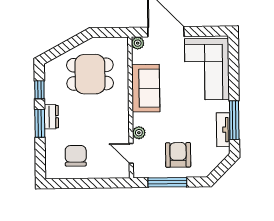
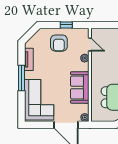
window: (234, 120) -> (21, 78), moved
window: (167, 182) -> (66, 25), width x0.46

